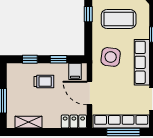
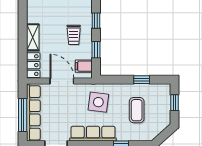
coffee table: (119, 19) -> (137, 110), width x0.73, depth x0.76
door: (90, 93) -> (62, 81), hinge flipped
shelving: (29, 122) -> (33, 37), moved

